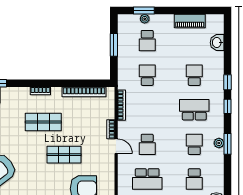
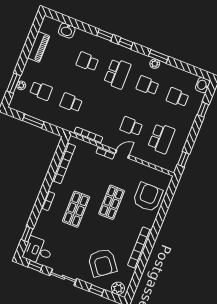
school desk: (194, 110) -> (117, 74), turned 180
school desk: (147, 144) -> (131, 126), turned 180
school desk: (194, 179) -> (178, 97), turned 180

